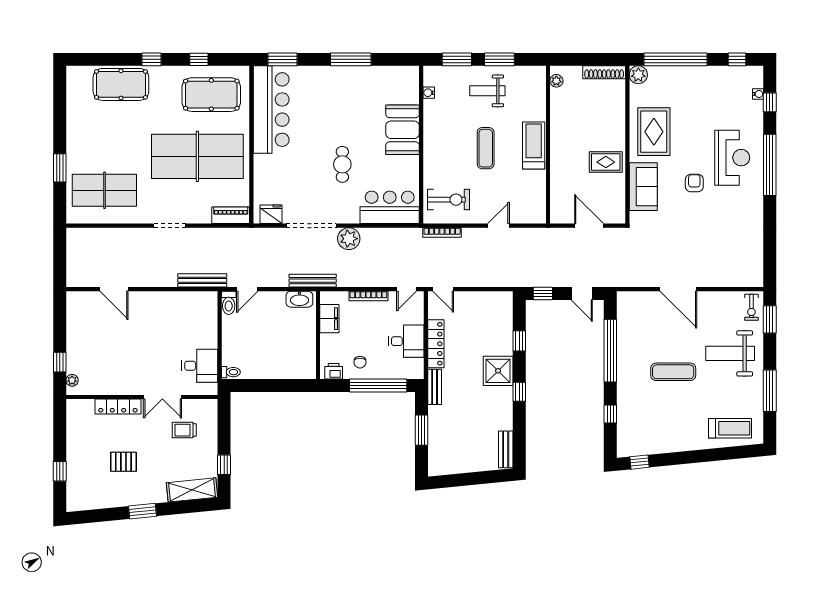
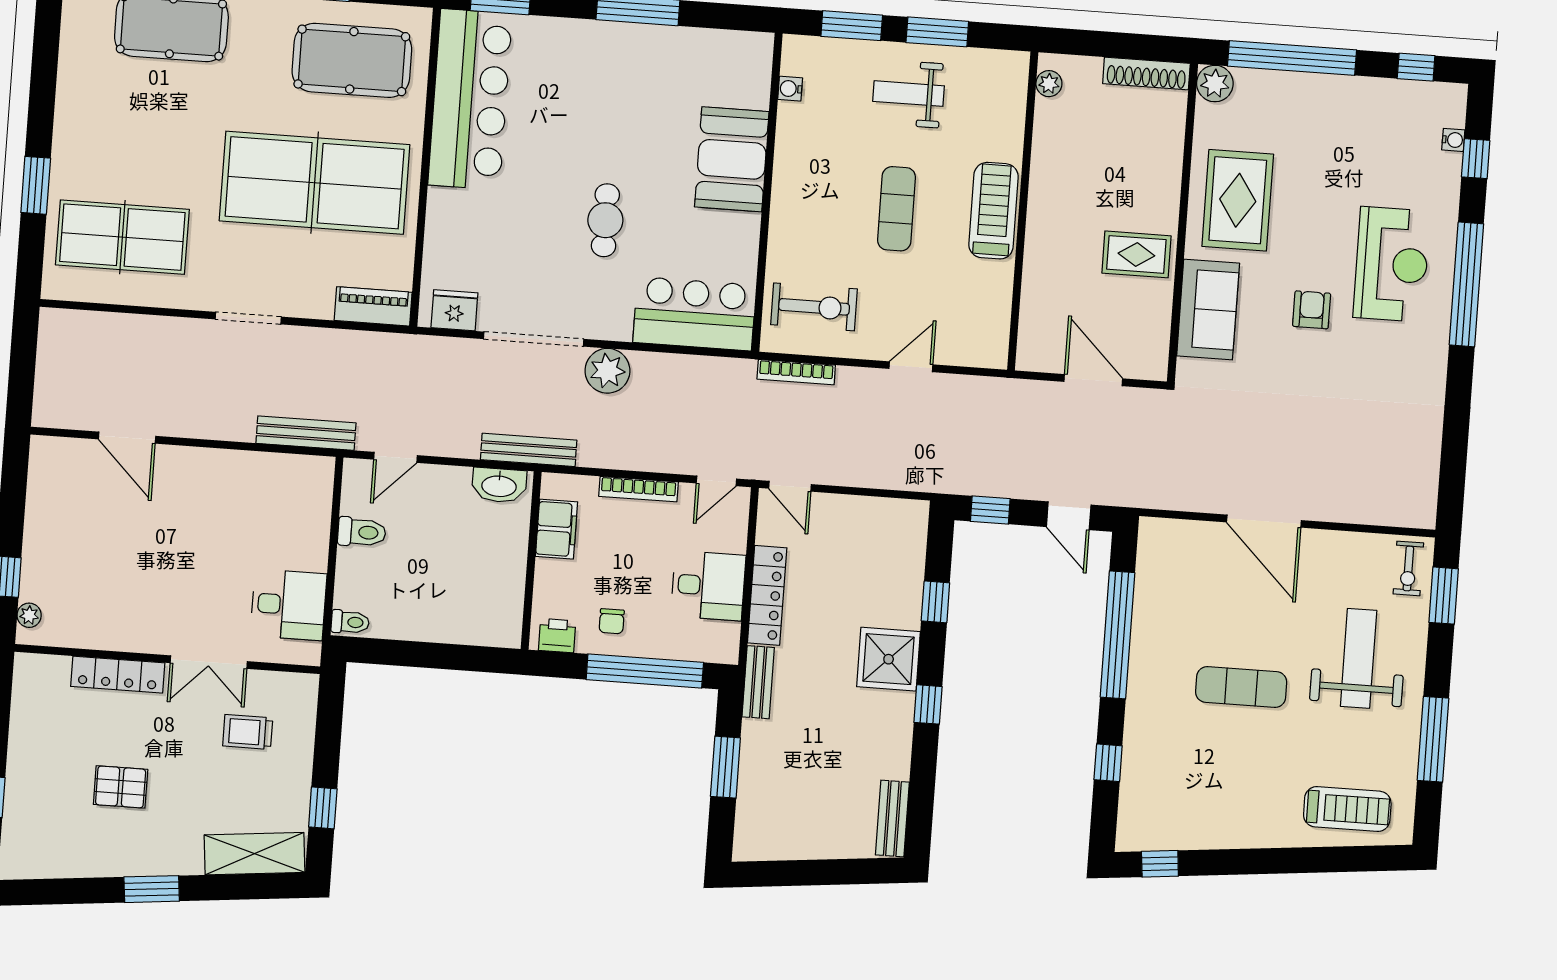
toilet: (229, 303) -> (362, 532), moved, turned -90
weight bench: (730, 353) -> (1359, 658), turned 90

